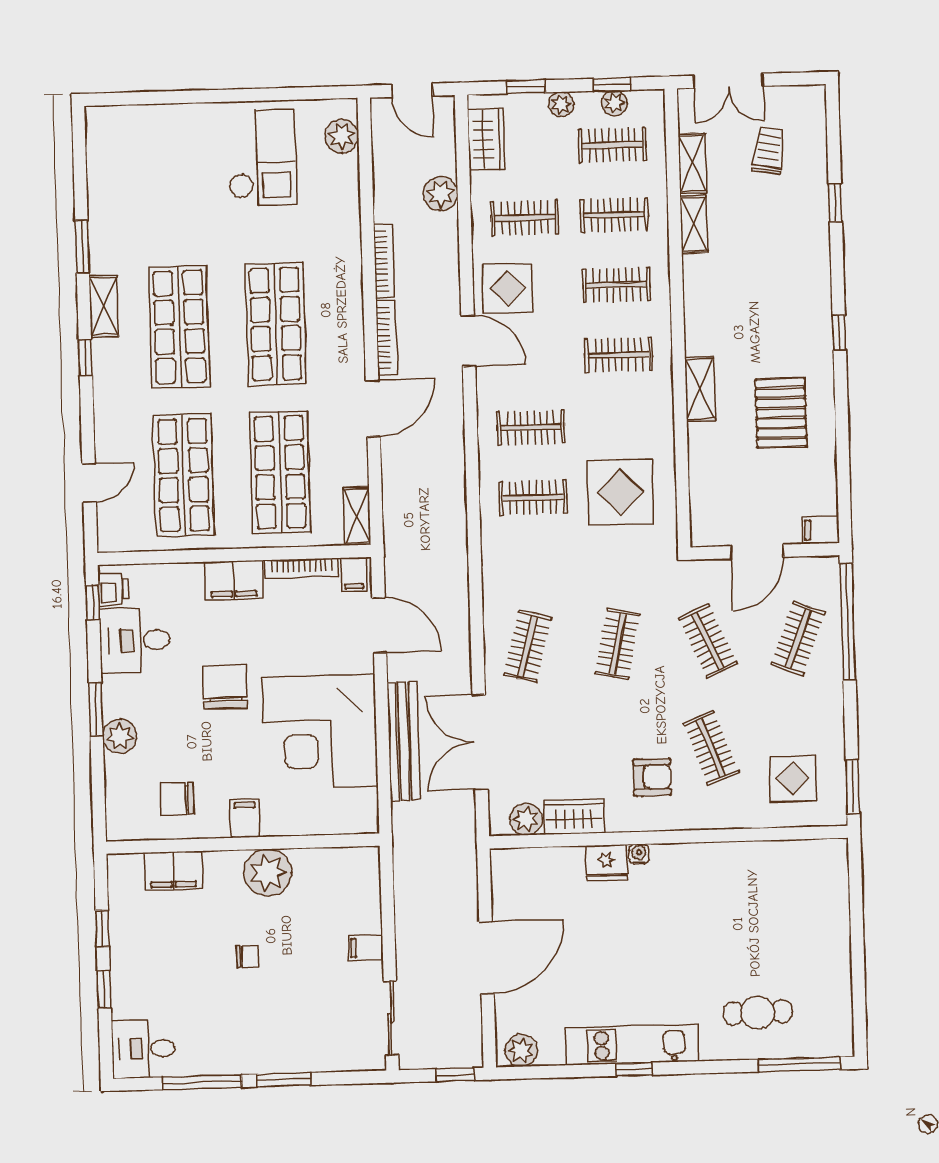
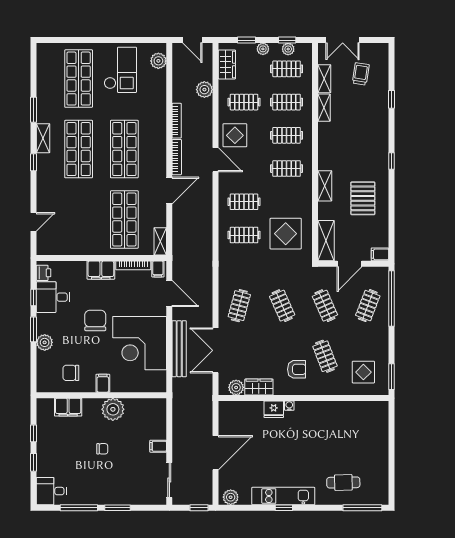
shop shelf: (184, 475) -> (79, 79), moved
shelving: (706, 504) -> (326, 241), added
window: (93, 602) -> (34, 297), moved
clothes rail: (618, 644) -> (282, 306), turned -36

